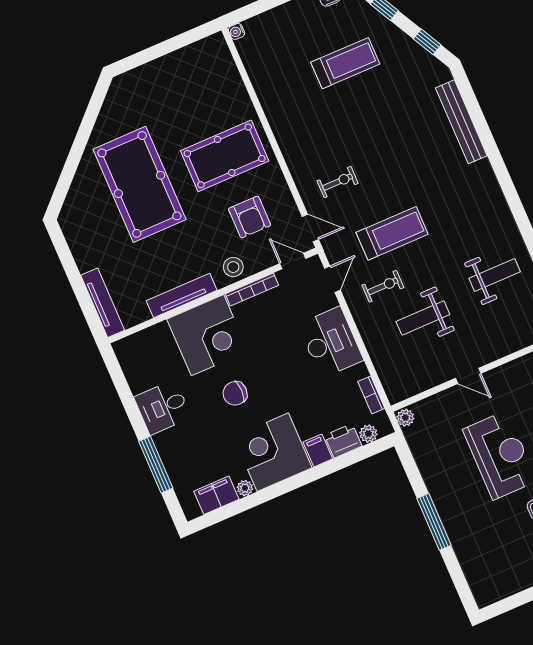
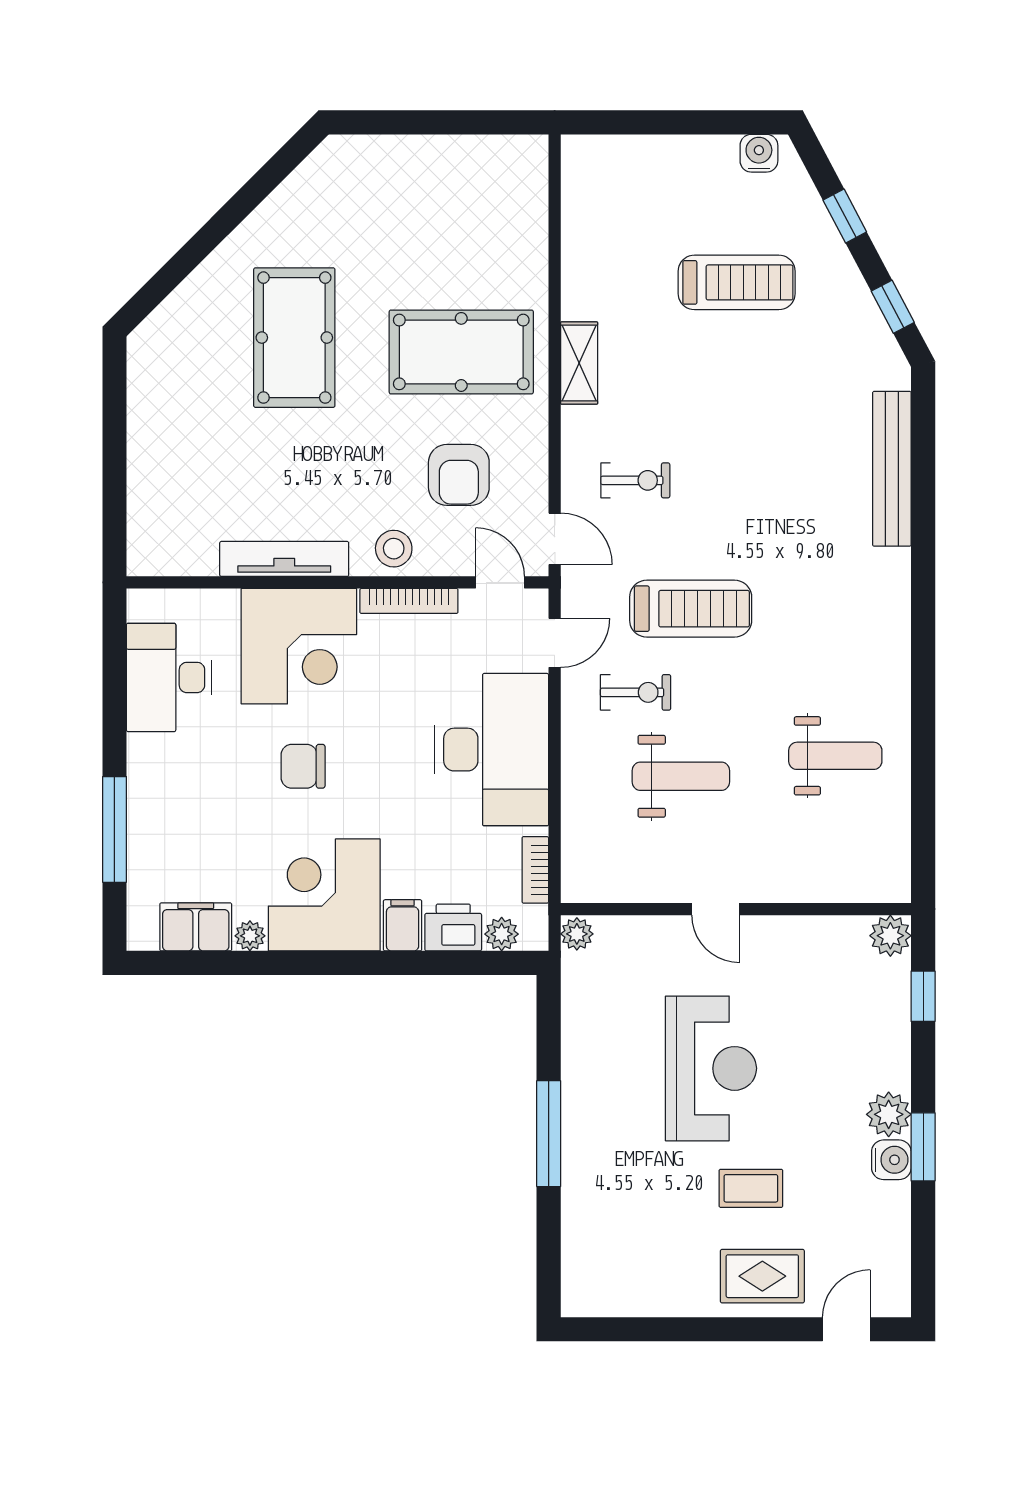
water cooler: (237, 31) -> (574, 148), removed
shelving: (285, 136) -> (579, 363), added
pool table: (139, 184) -> (294, 338), width x0.73, depth x0.76
tv unit: (103, 303) -> (144, 513), removed
weight bench: (423, 318) -> (681, 776), turned 180
desk: (331, 342) -> (492, 750), width x1.36, depth x1.30
desk: (163, 407) -> (169, 677), moved, width x1.37

